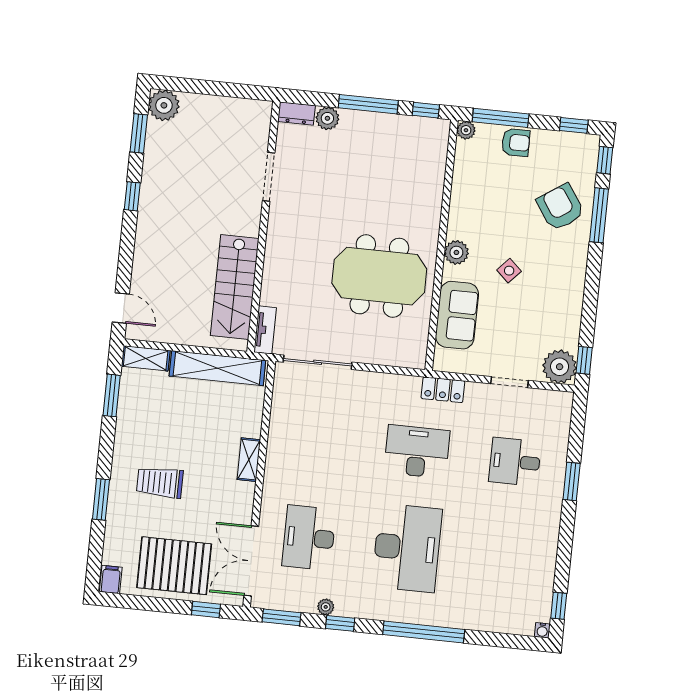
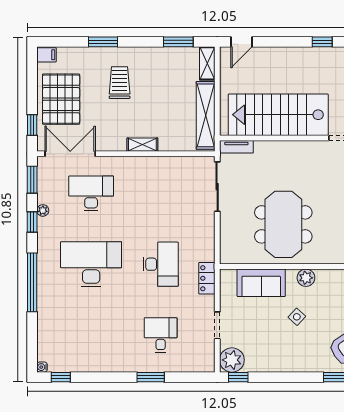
stairs: (235, 287) -> (278, 115), width x1.36, depth x1.51
desk: (407, 548) -> (91, 264), turned 180

